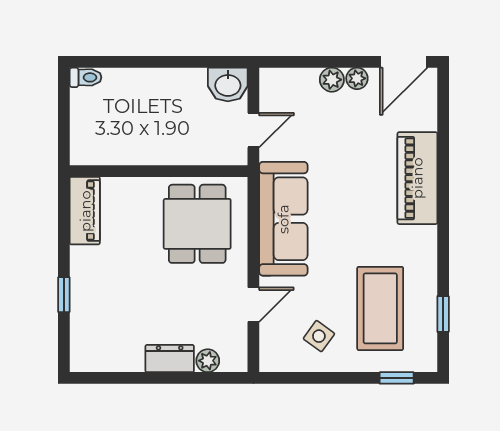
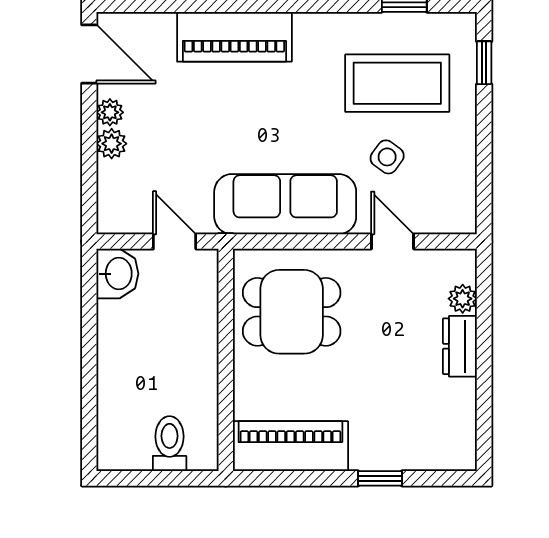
toilet: (86, 77) -> (170, 444), moved, width x1.37, depth x1.39
piano: (85, 211) -> (290, 446), width x1.37, depth x1.33
side table: (319, 336) -> (387, 157), moved

